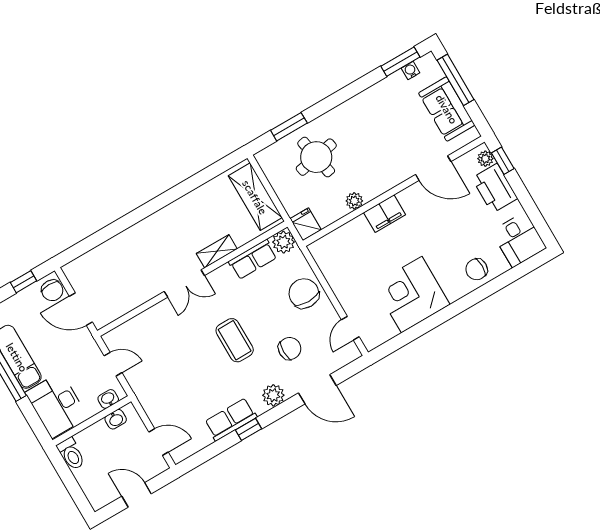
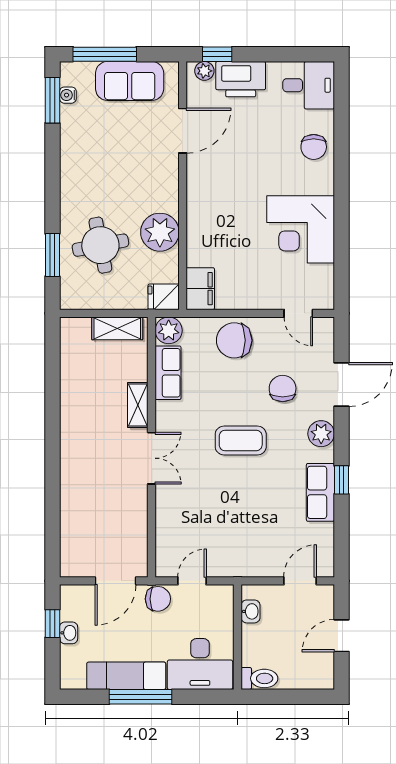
shelving: (255, 197) -> (117, 328), width x0.67, depth x0.75
plant: (354, 201) -> (160, 232), width x1.87, depth x1.87
filing cabinet: (385, 214) -> (200, 289), moved
chair: (52, 290) -> (158, 599), moved
washbasin: (108, 399) -> (69, 633), moved, turned 180

